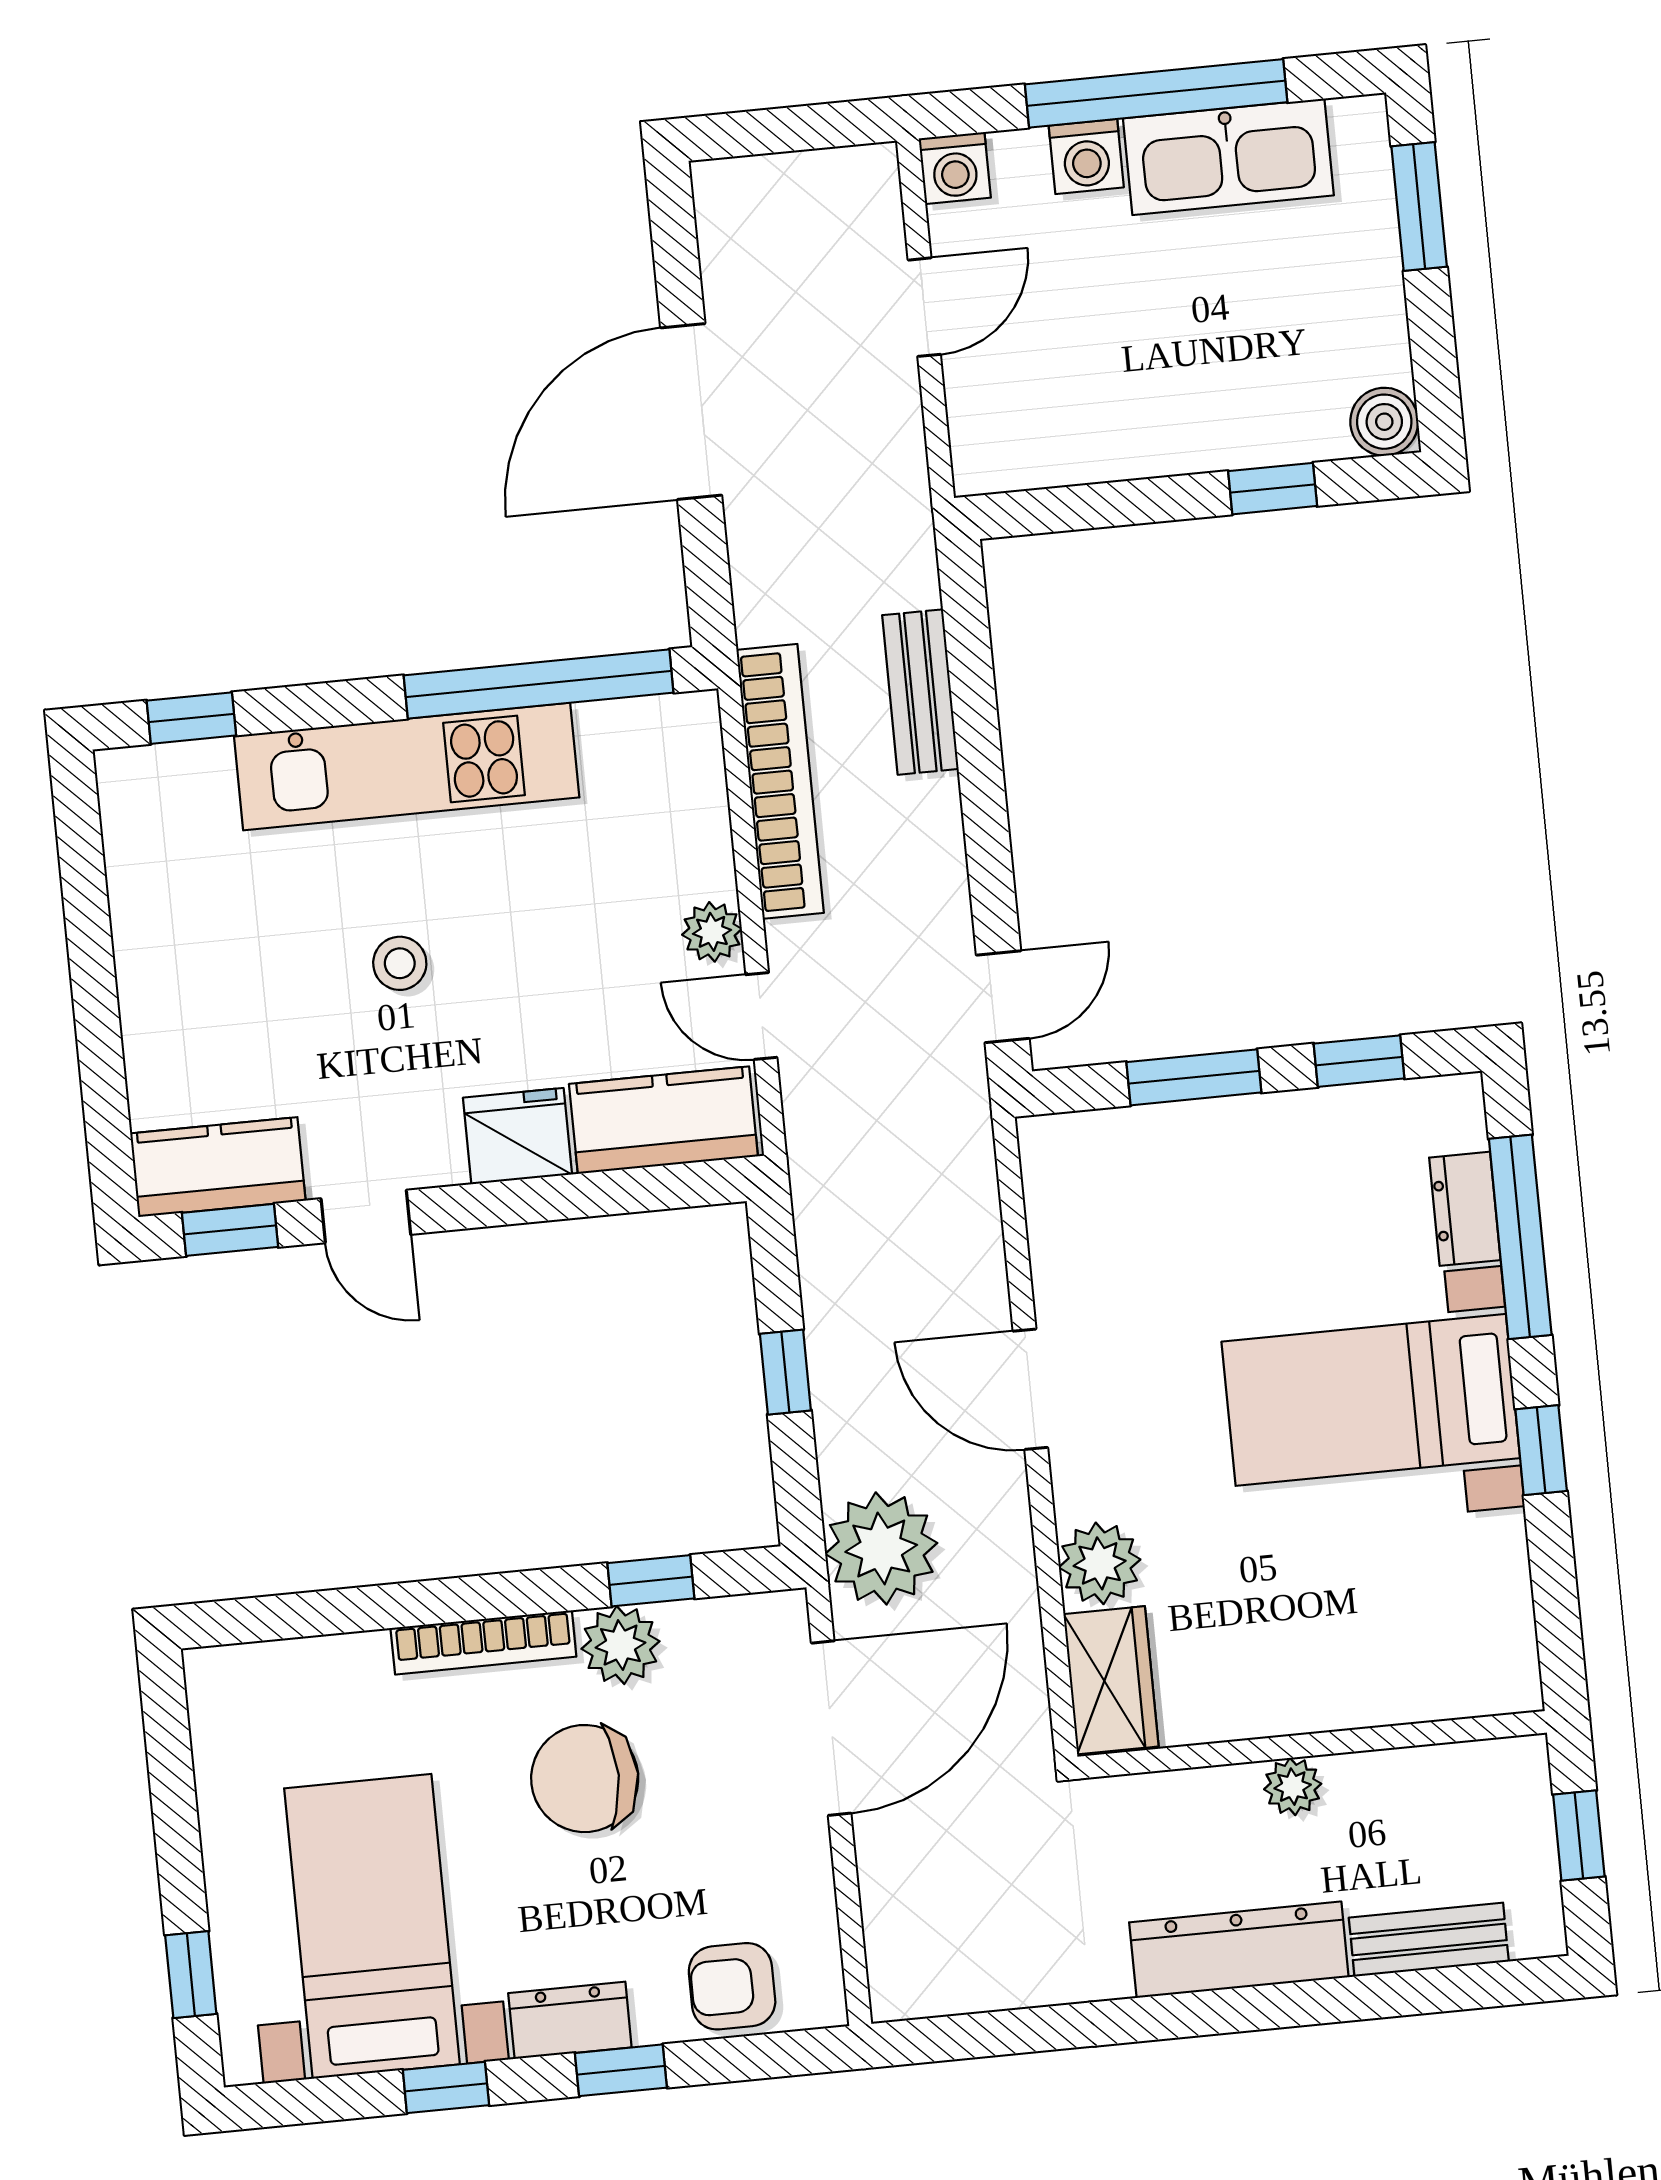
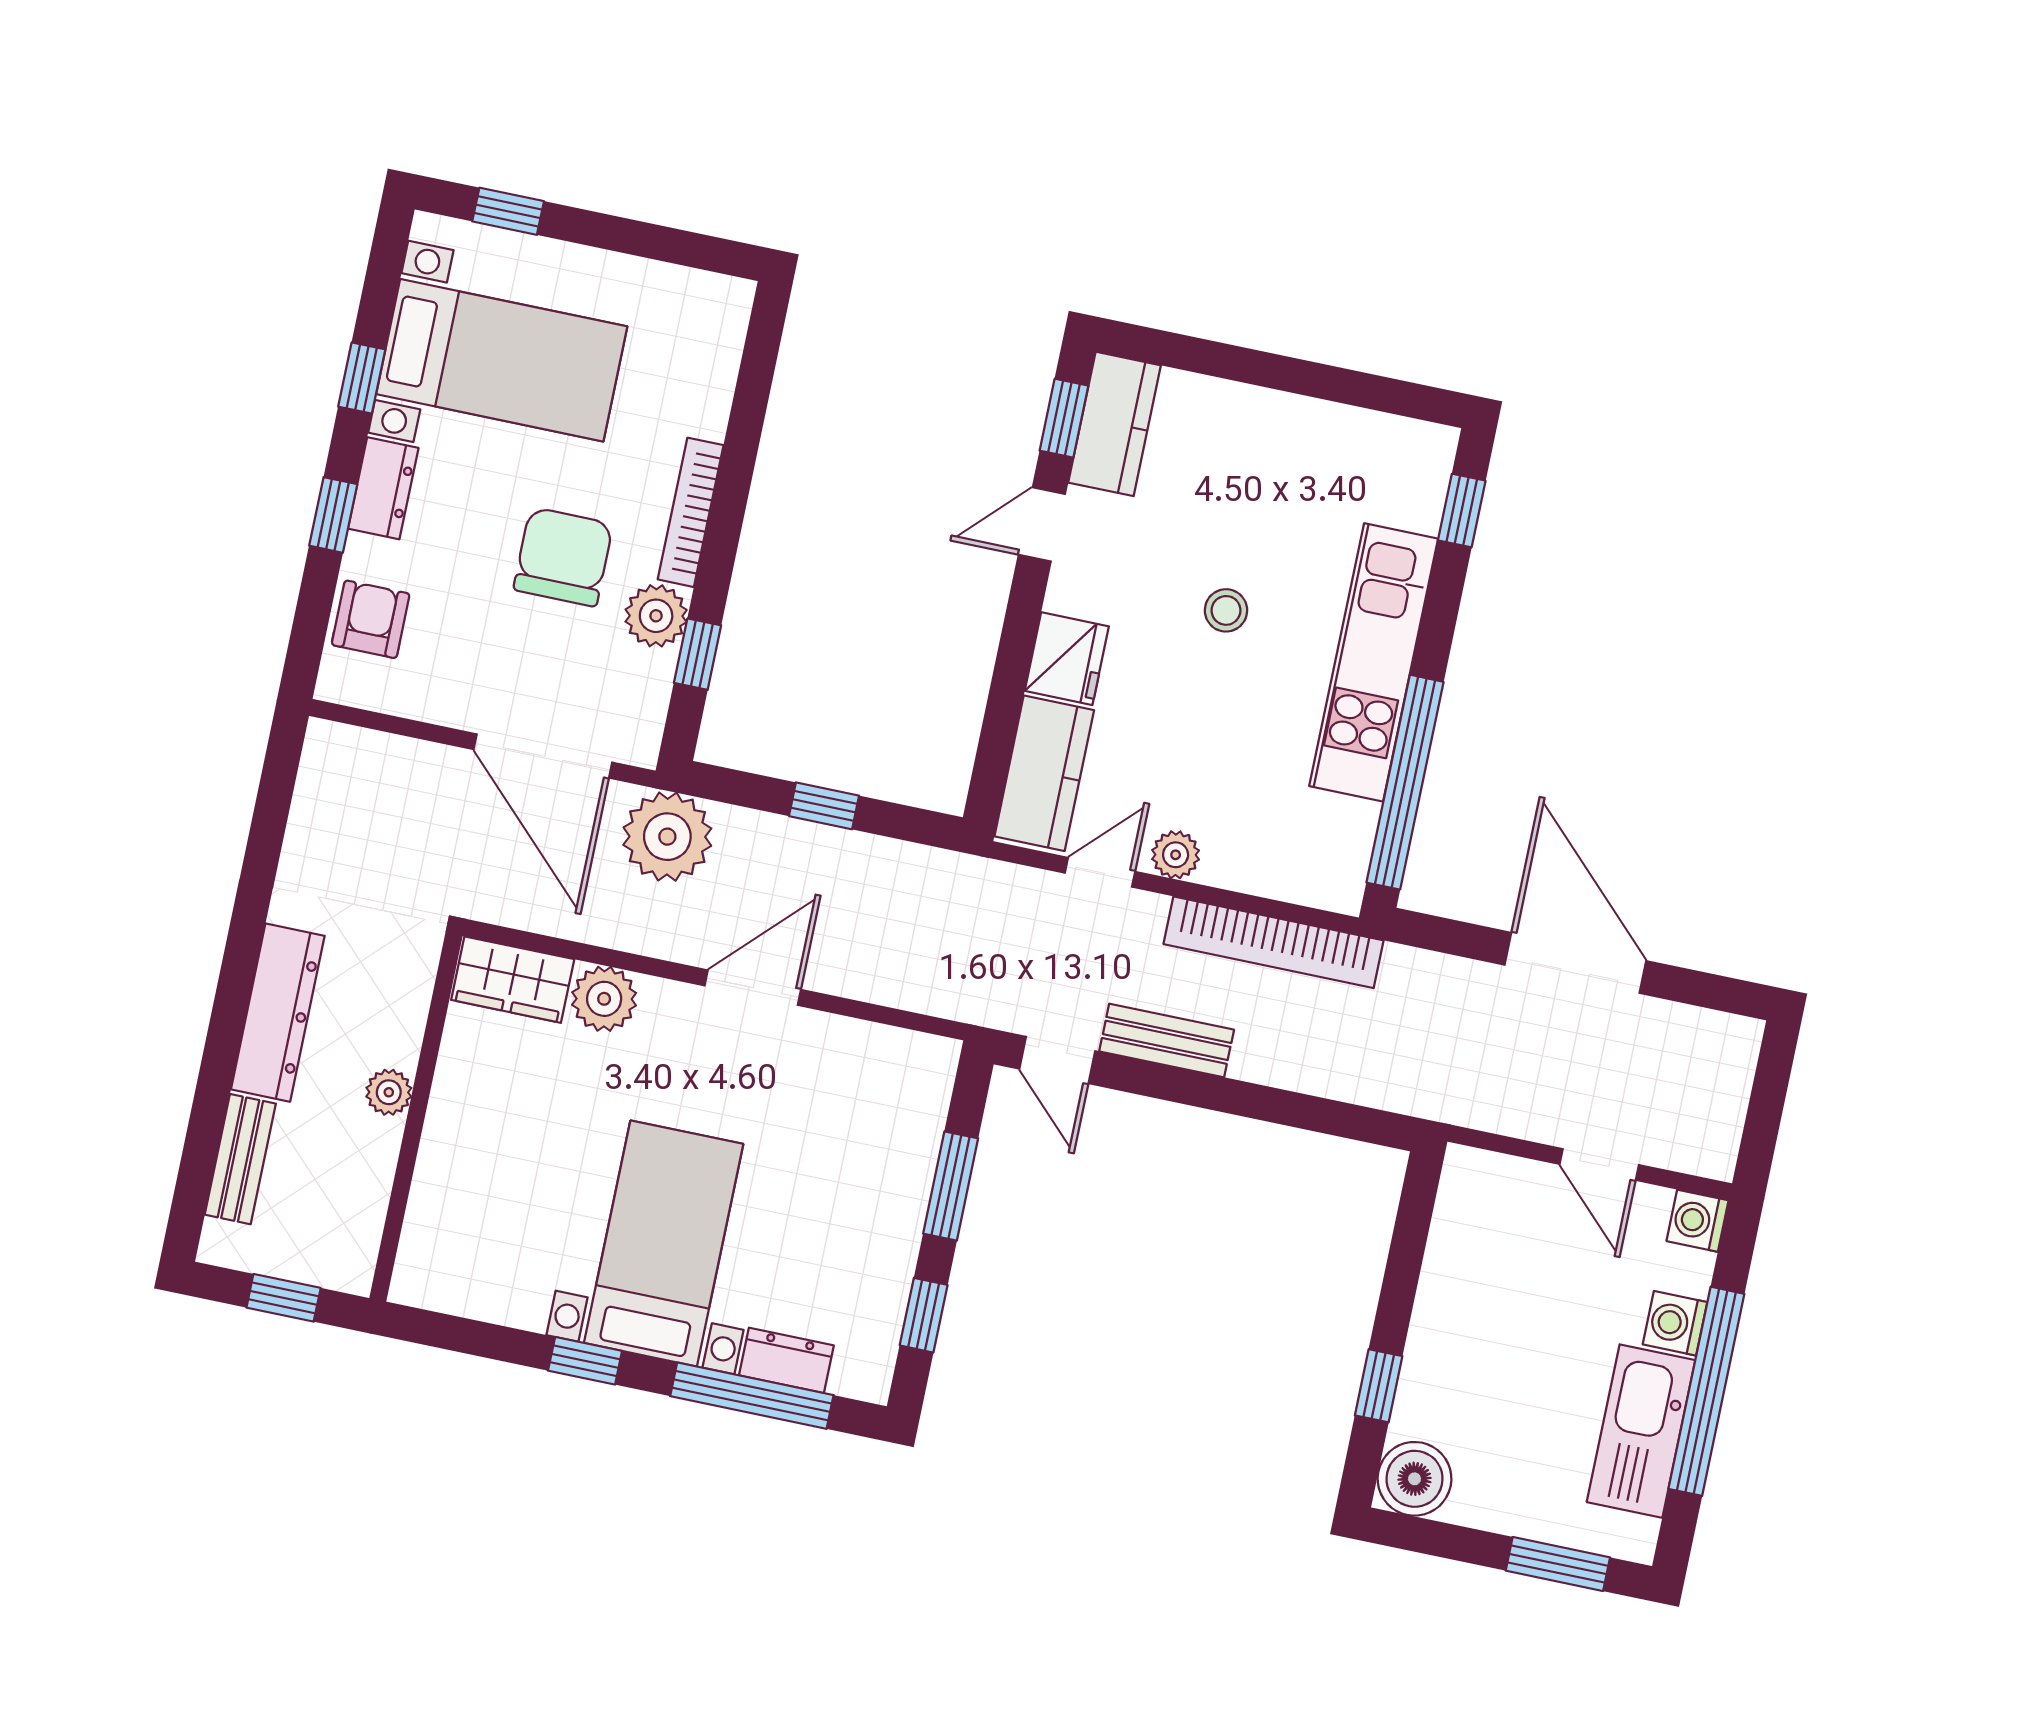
boiler: (1384, 422) -> (1415, 1479), width x1.36, depth x1.36
bench: (920, 692) -> (1167, 1040), moved

